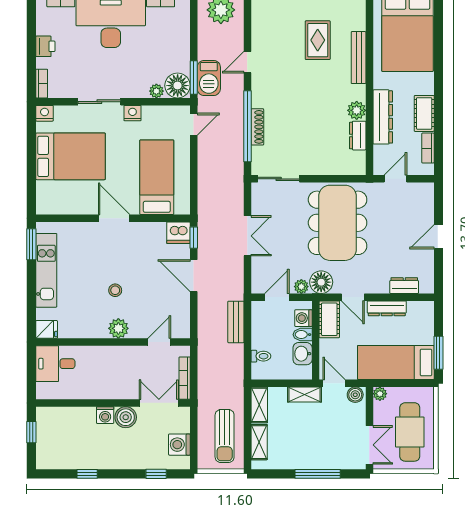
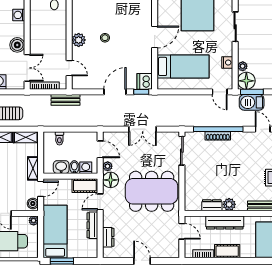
nightstand: (132, 113) -> (227, 63), moved
bench: (236, 322) -> (65, 100), moved
washing machine: (105, 415) -> (19, 15), moved

